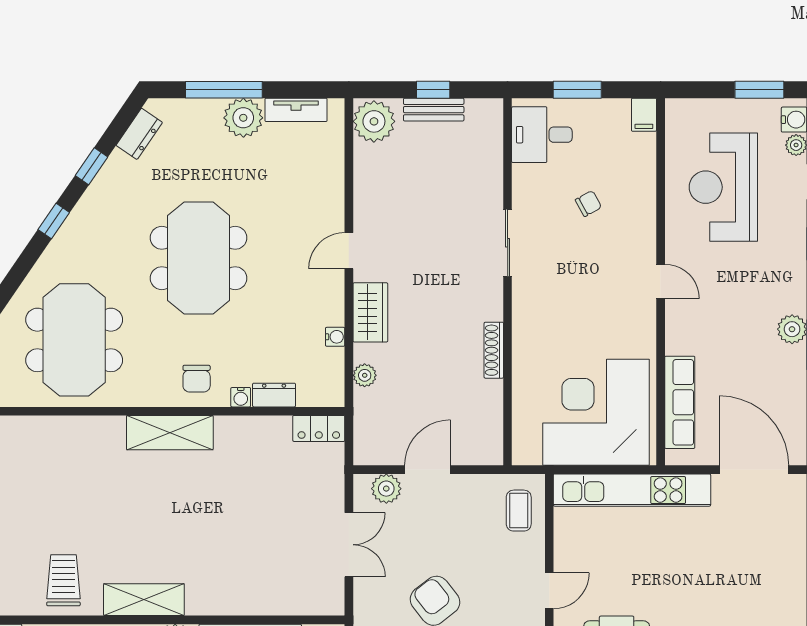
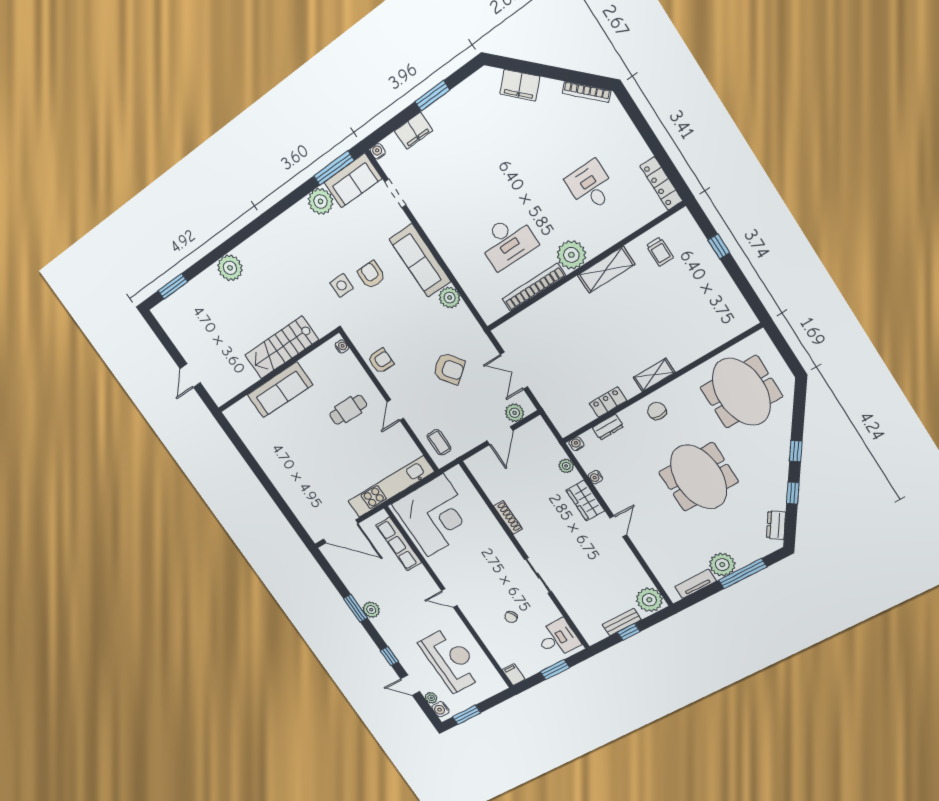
water cooler: (241, 397) -> (576, 444), moved
locker: (319, 428) -> (608, 402), moved
shelving: (170, 433) -> (654, 375), width x0.67, depth x0.75
trolley: (63, 580) -> (660, 252), width x0.73, depth x0.72

